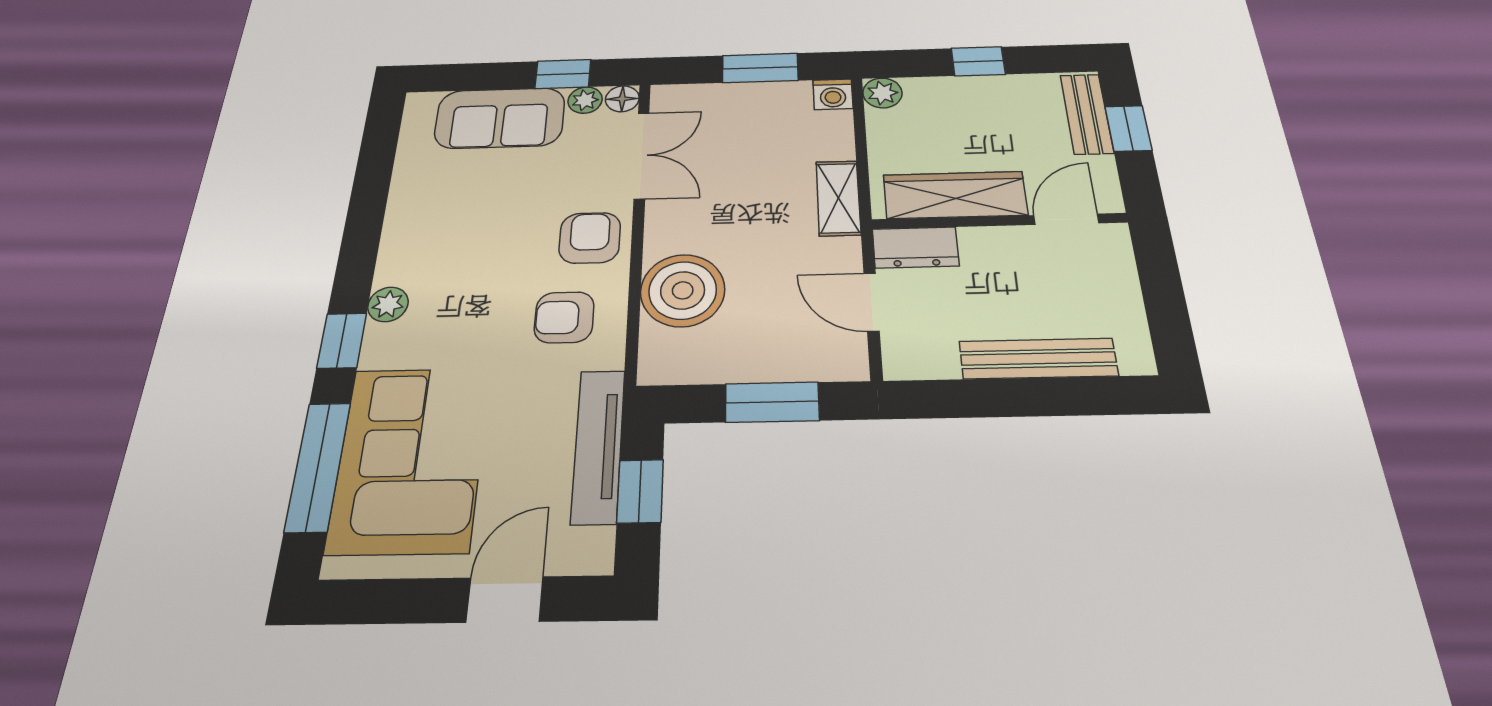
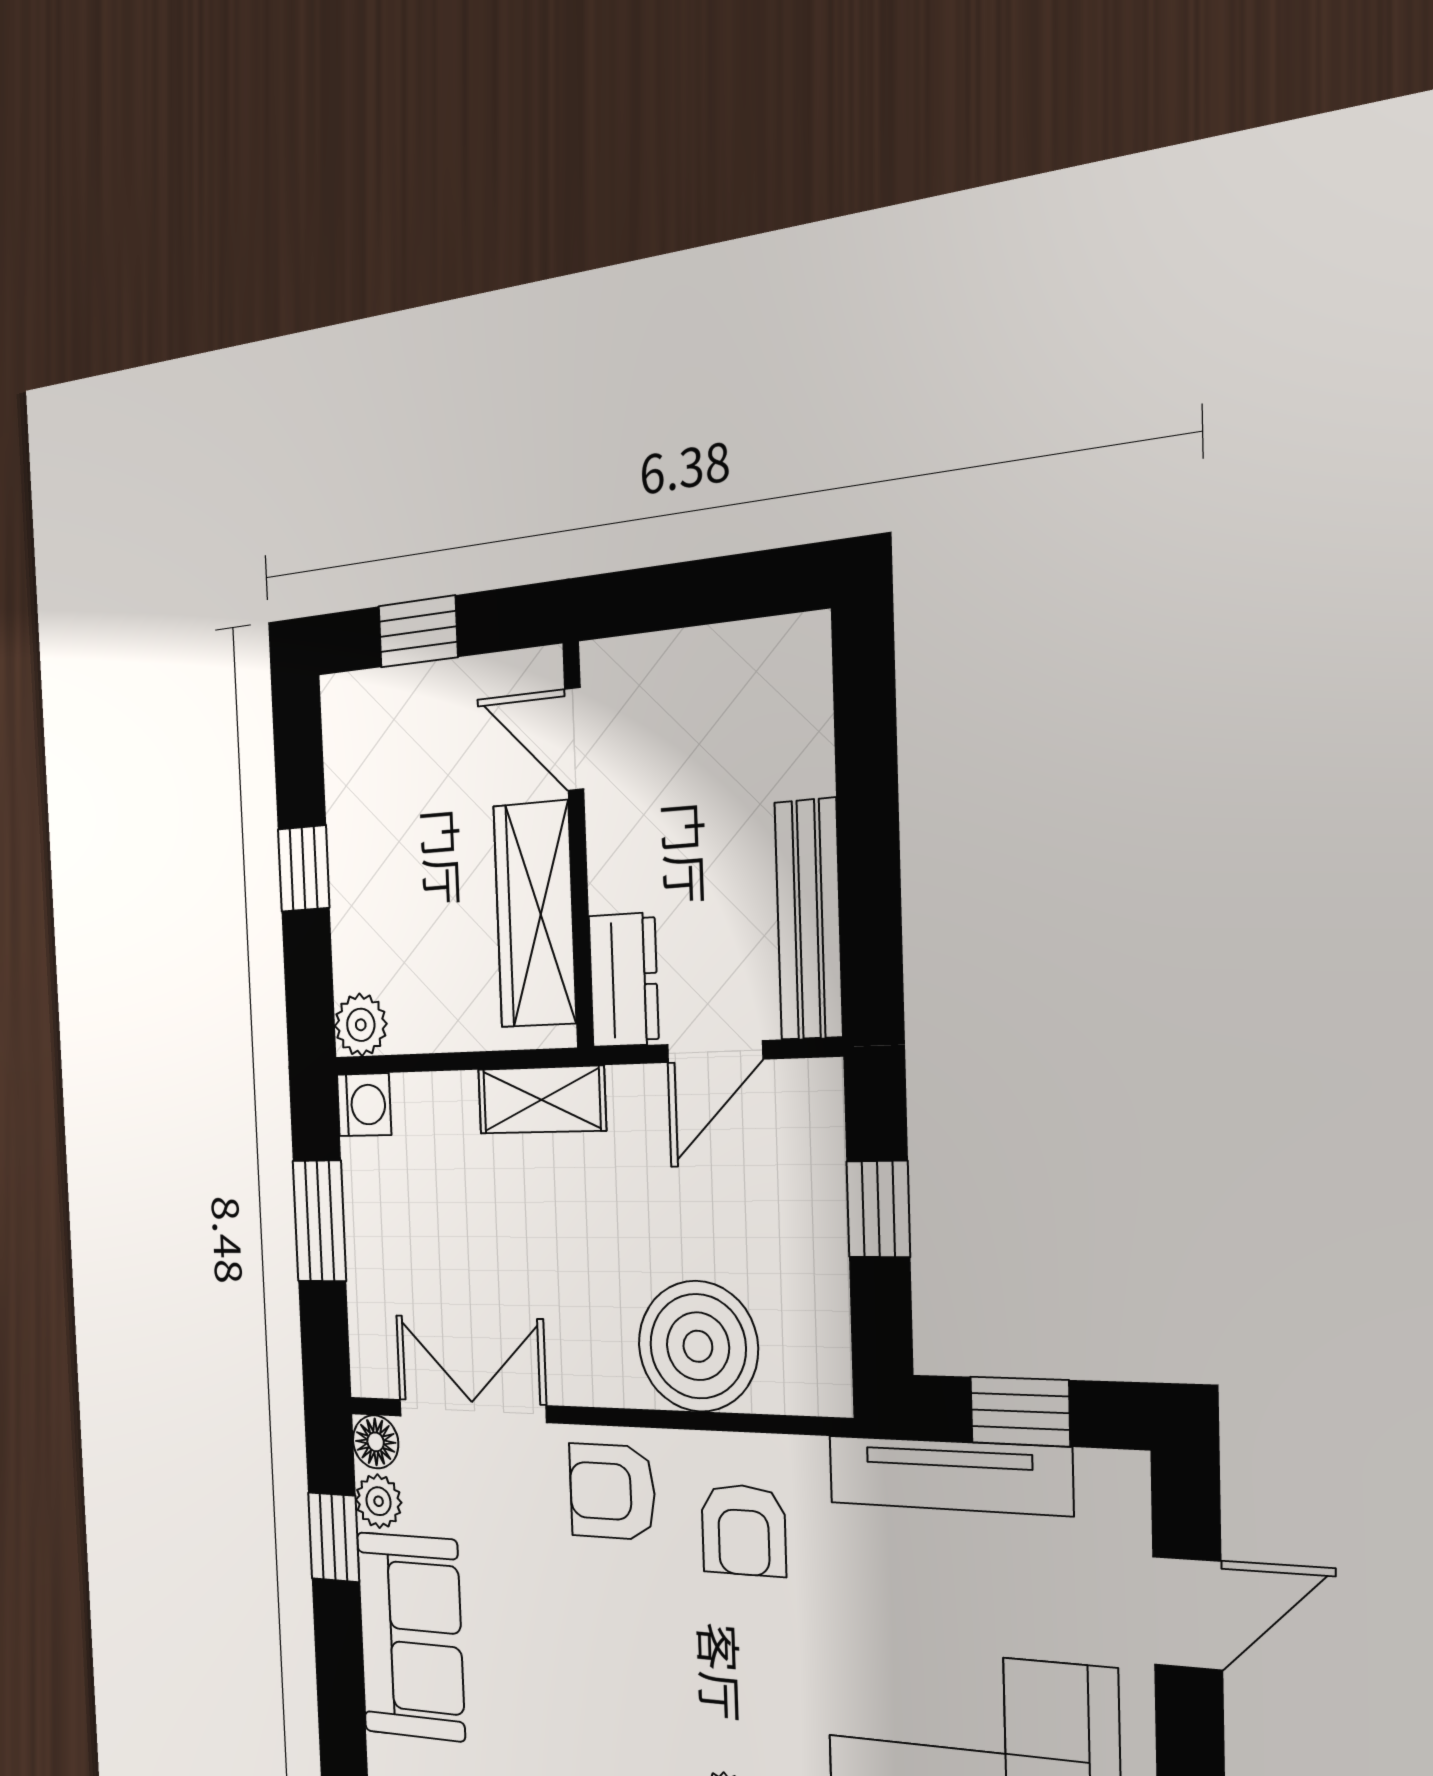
bench: (1087, 114) -> (393, 697), removed
bench: (1038, 359) -> (809, 919), moved
window: (772, 402) -> (878, 1209), width x0.67
door: (505, 599) -> (1188, 1613), swing flipped

